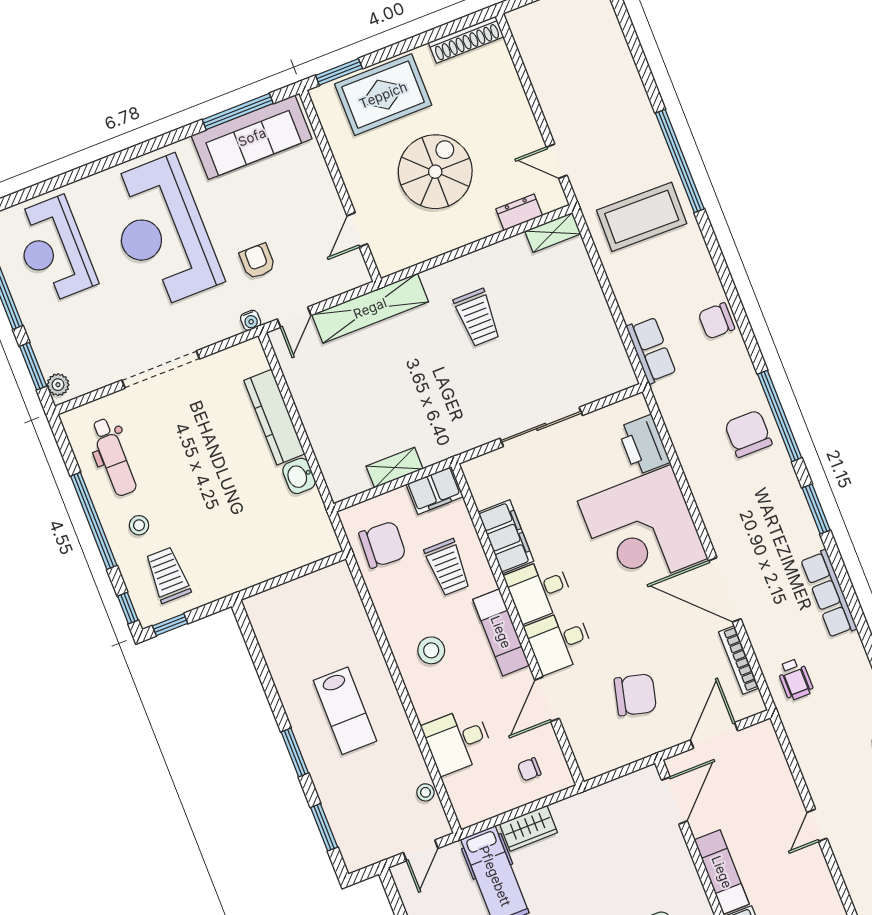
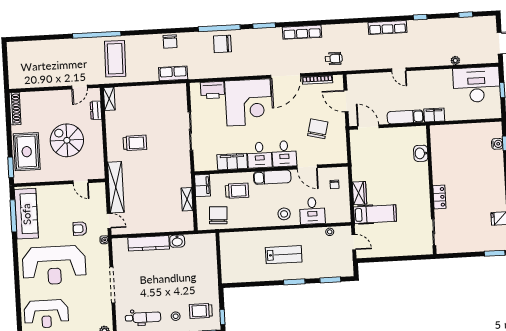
stool: (431, 650) -> (284, 214), moved

